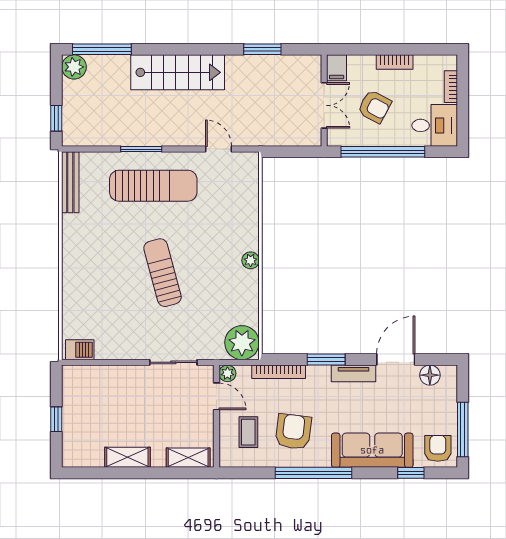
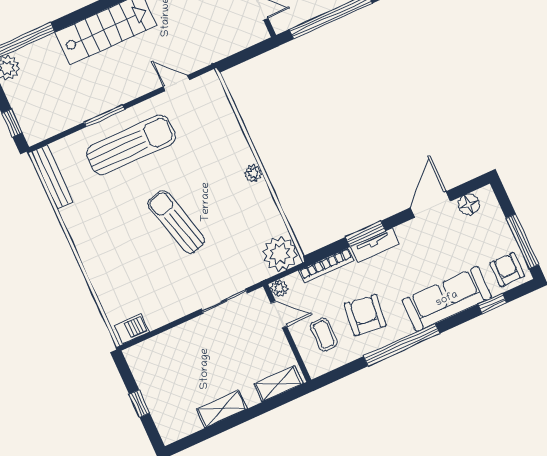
tv unit: (354, 373) -> (374, 245), moved

